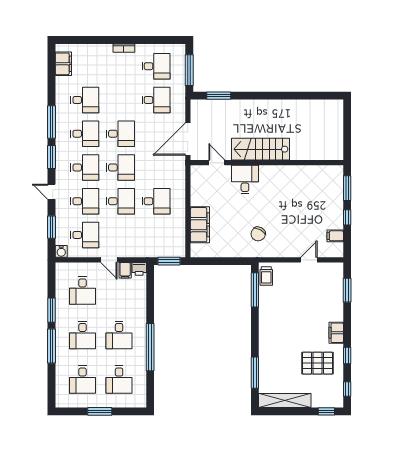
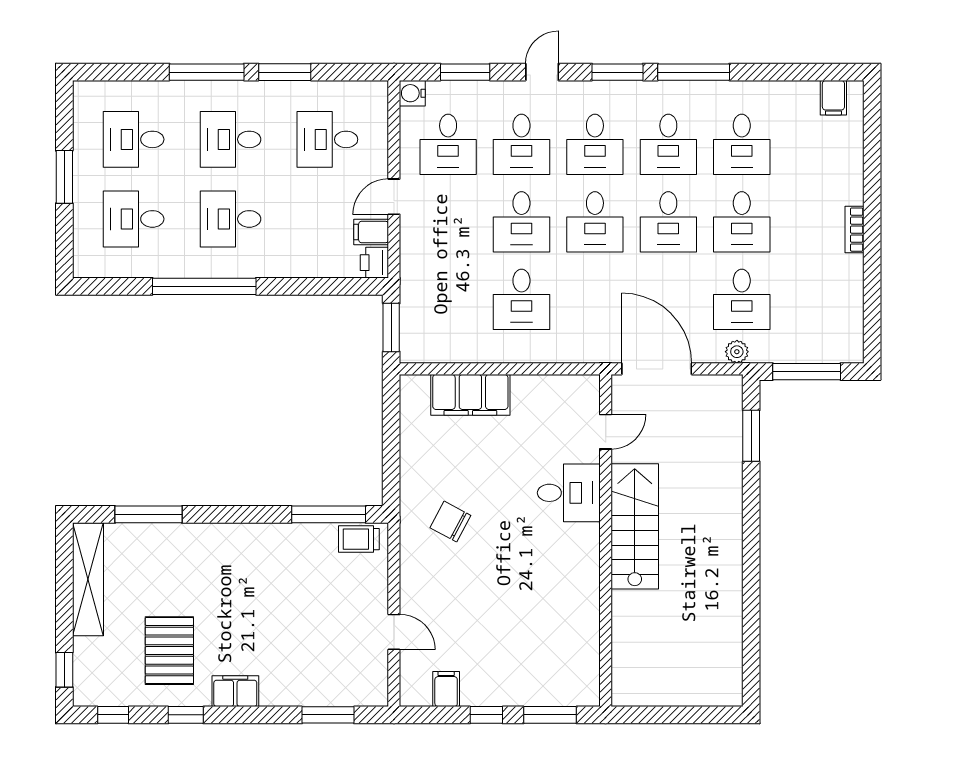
filing cabinet: (63, 64) -> (833, 98), width x0.50
desk: (156, 66) -> (742, 222), moved
plant: (180, 102) -> (737, 352), added

